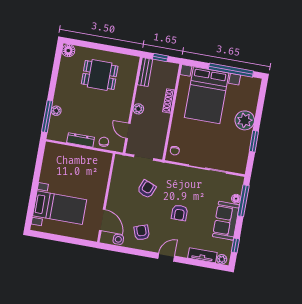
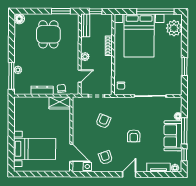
window: (119, 50) -> (61, 11), added
dining table: (100, 75) -> (48, 34), turned 90
plant: (245, 120) -> (174, 28), moved
door: (128, 131) -> (80, 76), swing flipped
wardrobe: (99, 158) -> (60, 103), added
window: (243, 201) -> (184, 131), moved

